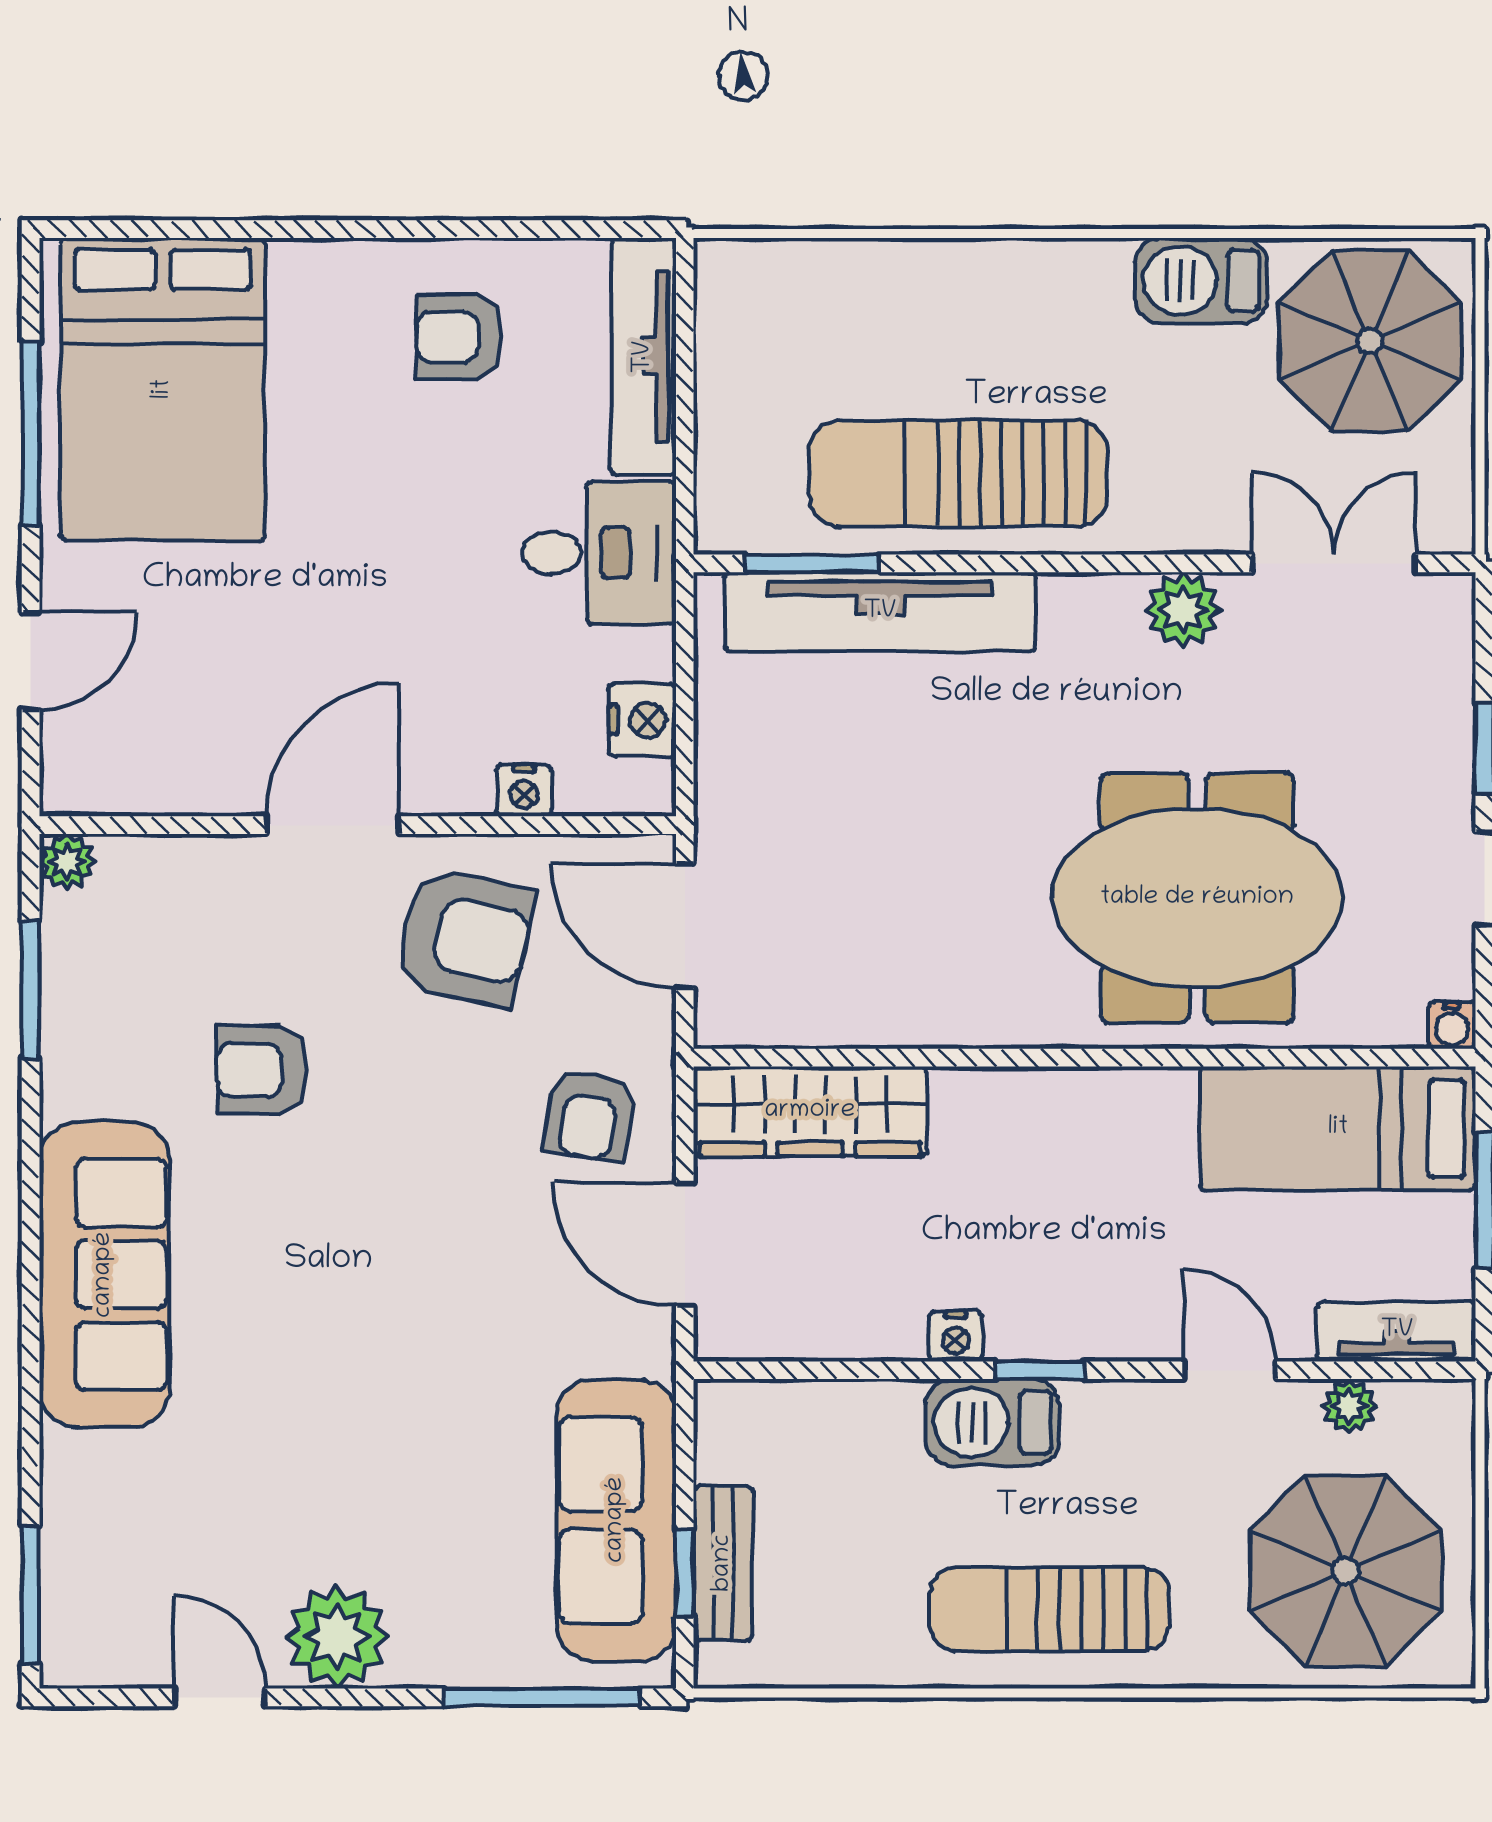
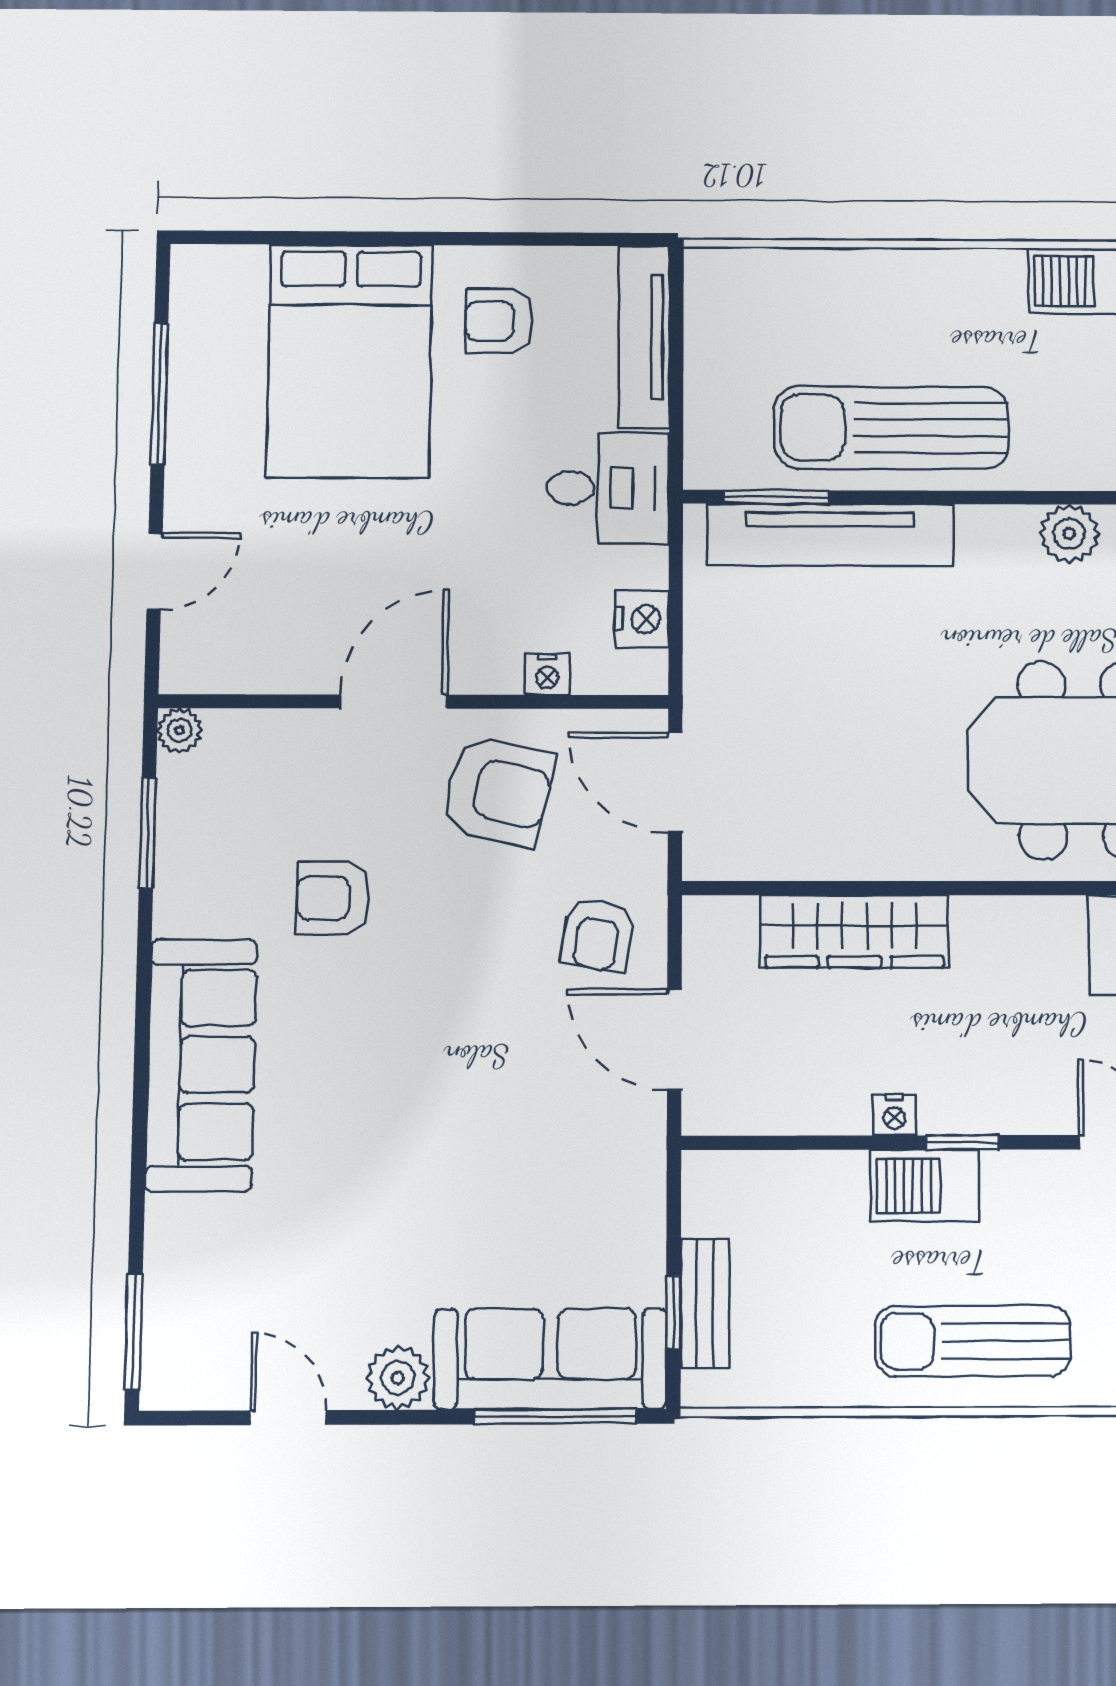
bed: (163, 389) -> (350, 361), moved
wardrobe: (810, 1111) -> (854, 931), moved
sofa: (616, 1520) -> (550, 1359), moved, turned 90
plant: (337, 1637) -> (398, 1378), width x0.73, depth x0.73

